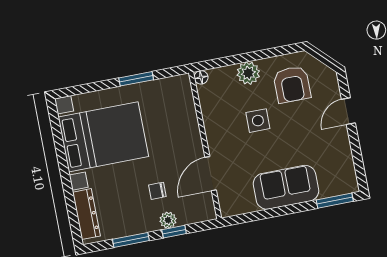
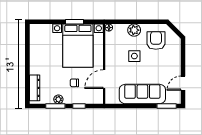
armchair: (292, 84) -> (156, 40), turned 180
door: (348, 111) -> (183, 83), moved
bed with nightstands: (103, 137) -> (78, 46), moved, turned 90
sofa: (286, 187) -> (142, 94), width x1.36
plant: (168, 220) -> (58, 99), moved

